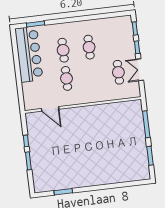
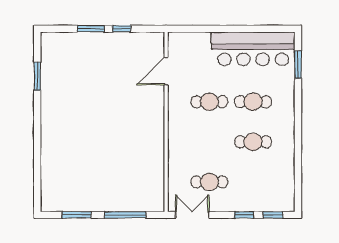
double door: (140, 70) -> (192, 215), moved

